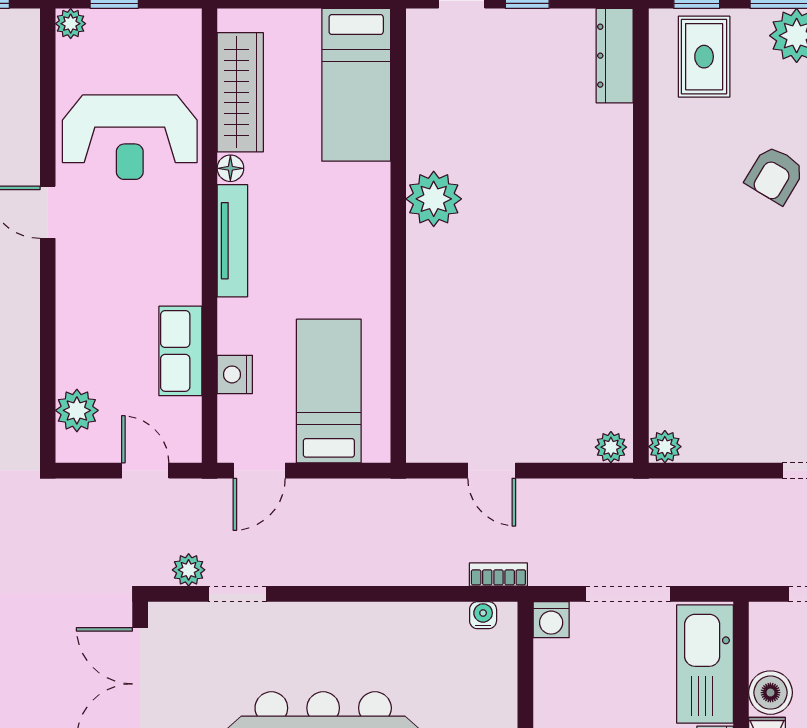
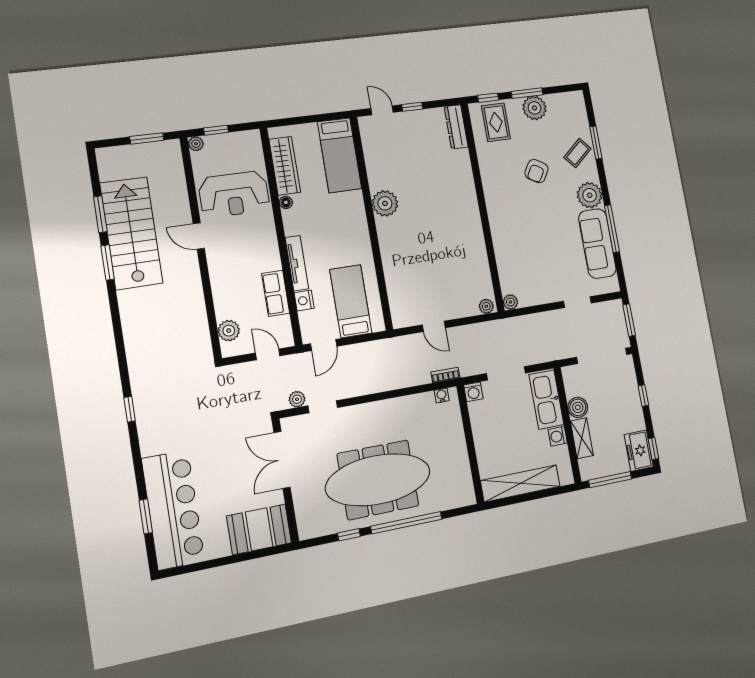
tv unit: (232, 241) -> (297, 263), moved

